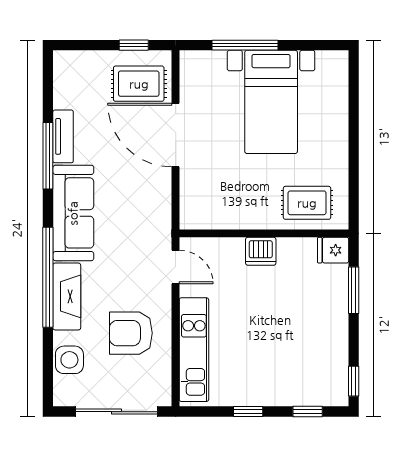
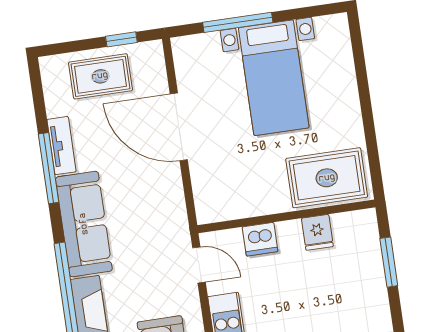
rug: (139, 84) -> (100, 76), moved
rug: (307, 203) -> (327, 178), width x1.36, depth x1.43
fridge: (333, 250) -> (317, 232), moved, turned -90
dishwasher: (261, 251) -> (260, 239), moved

